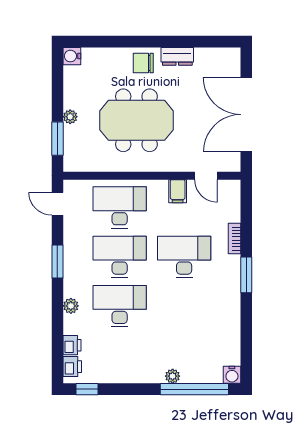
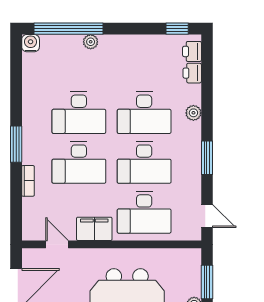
filing cabinet: (178, 191) -> (94, 229), width x2.00
desk: (184, 306) -> (79, 113), added

